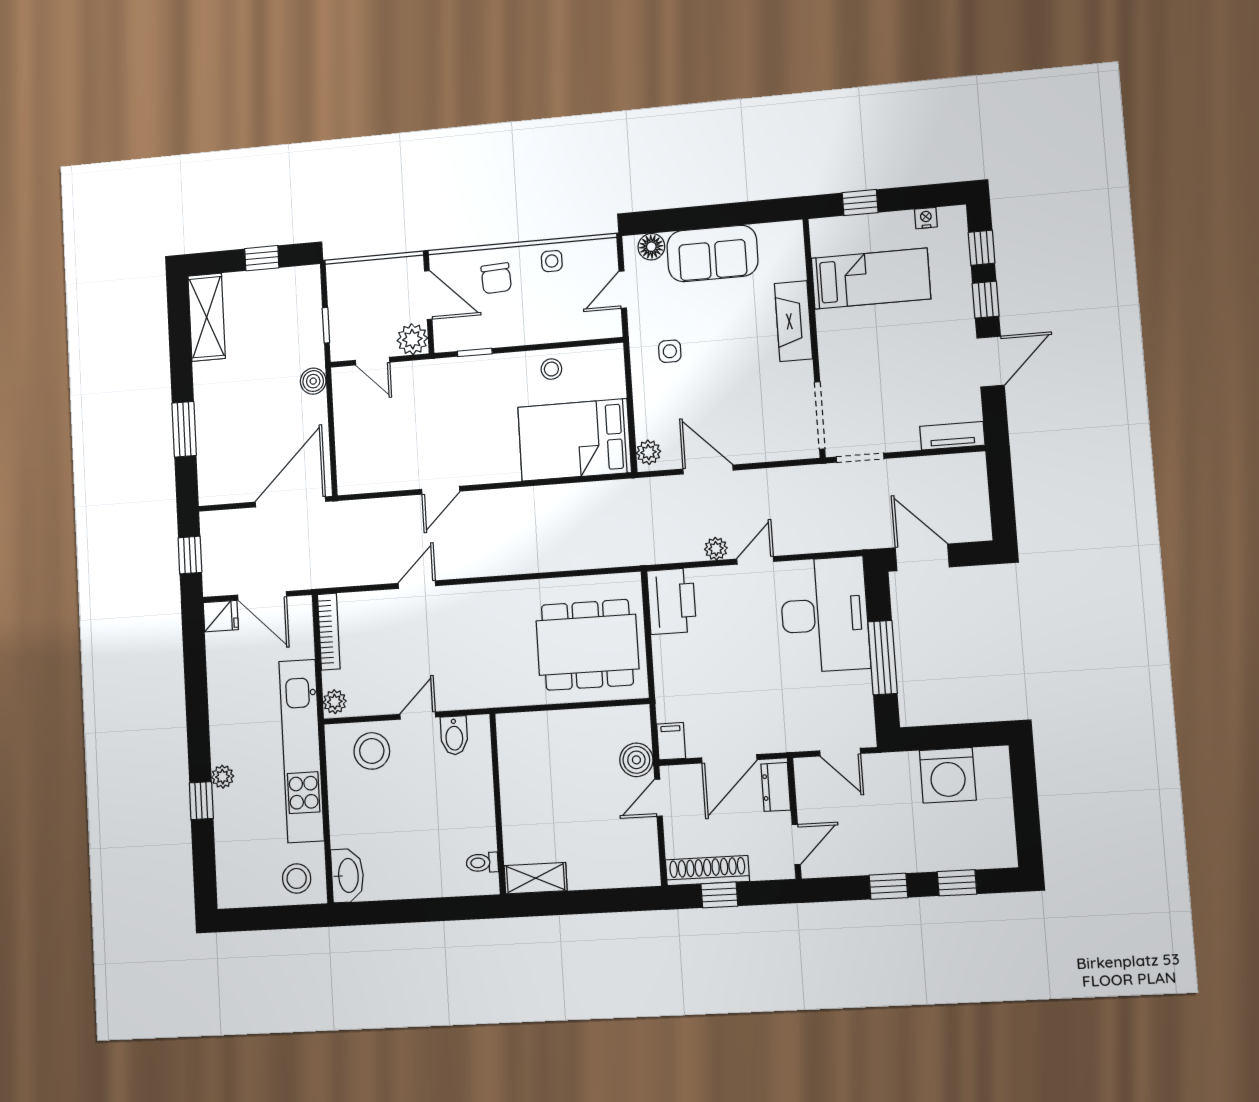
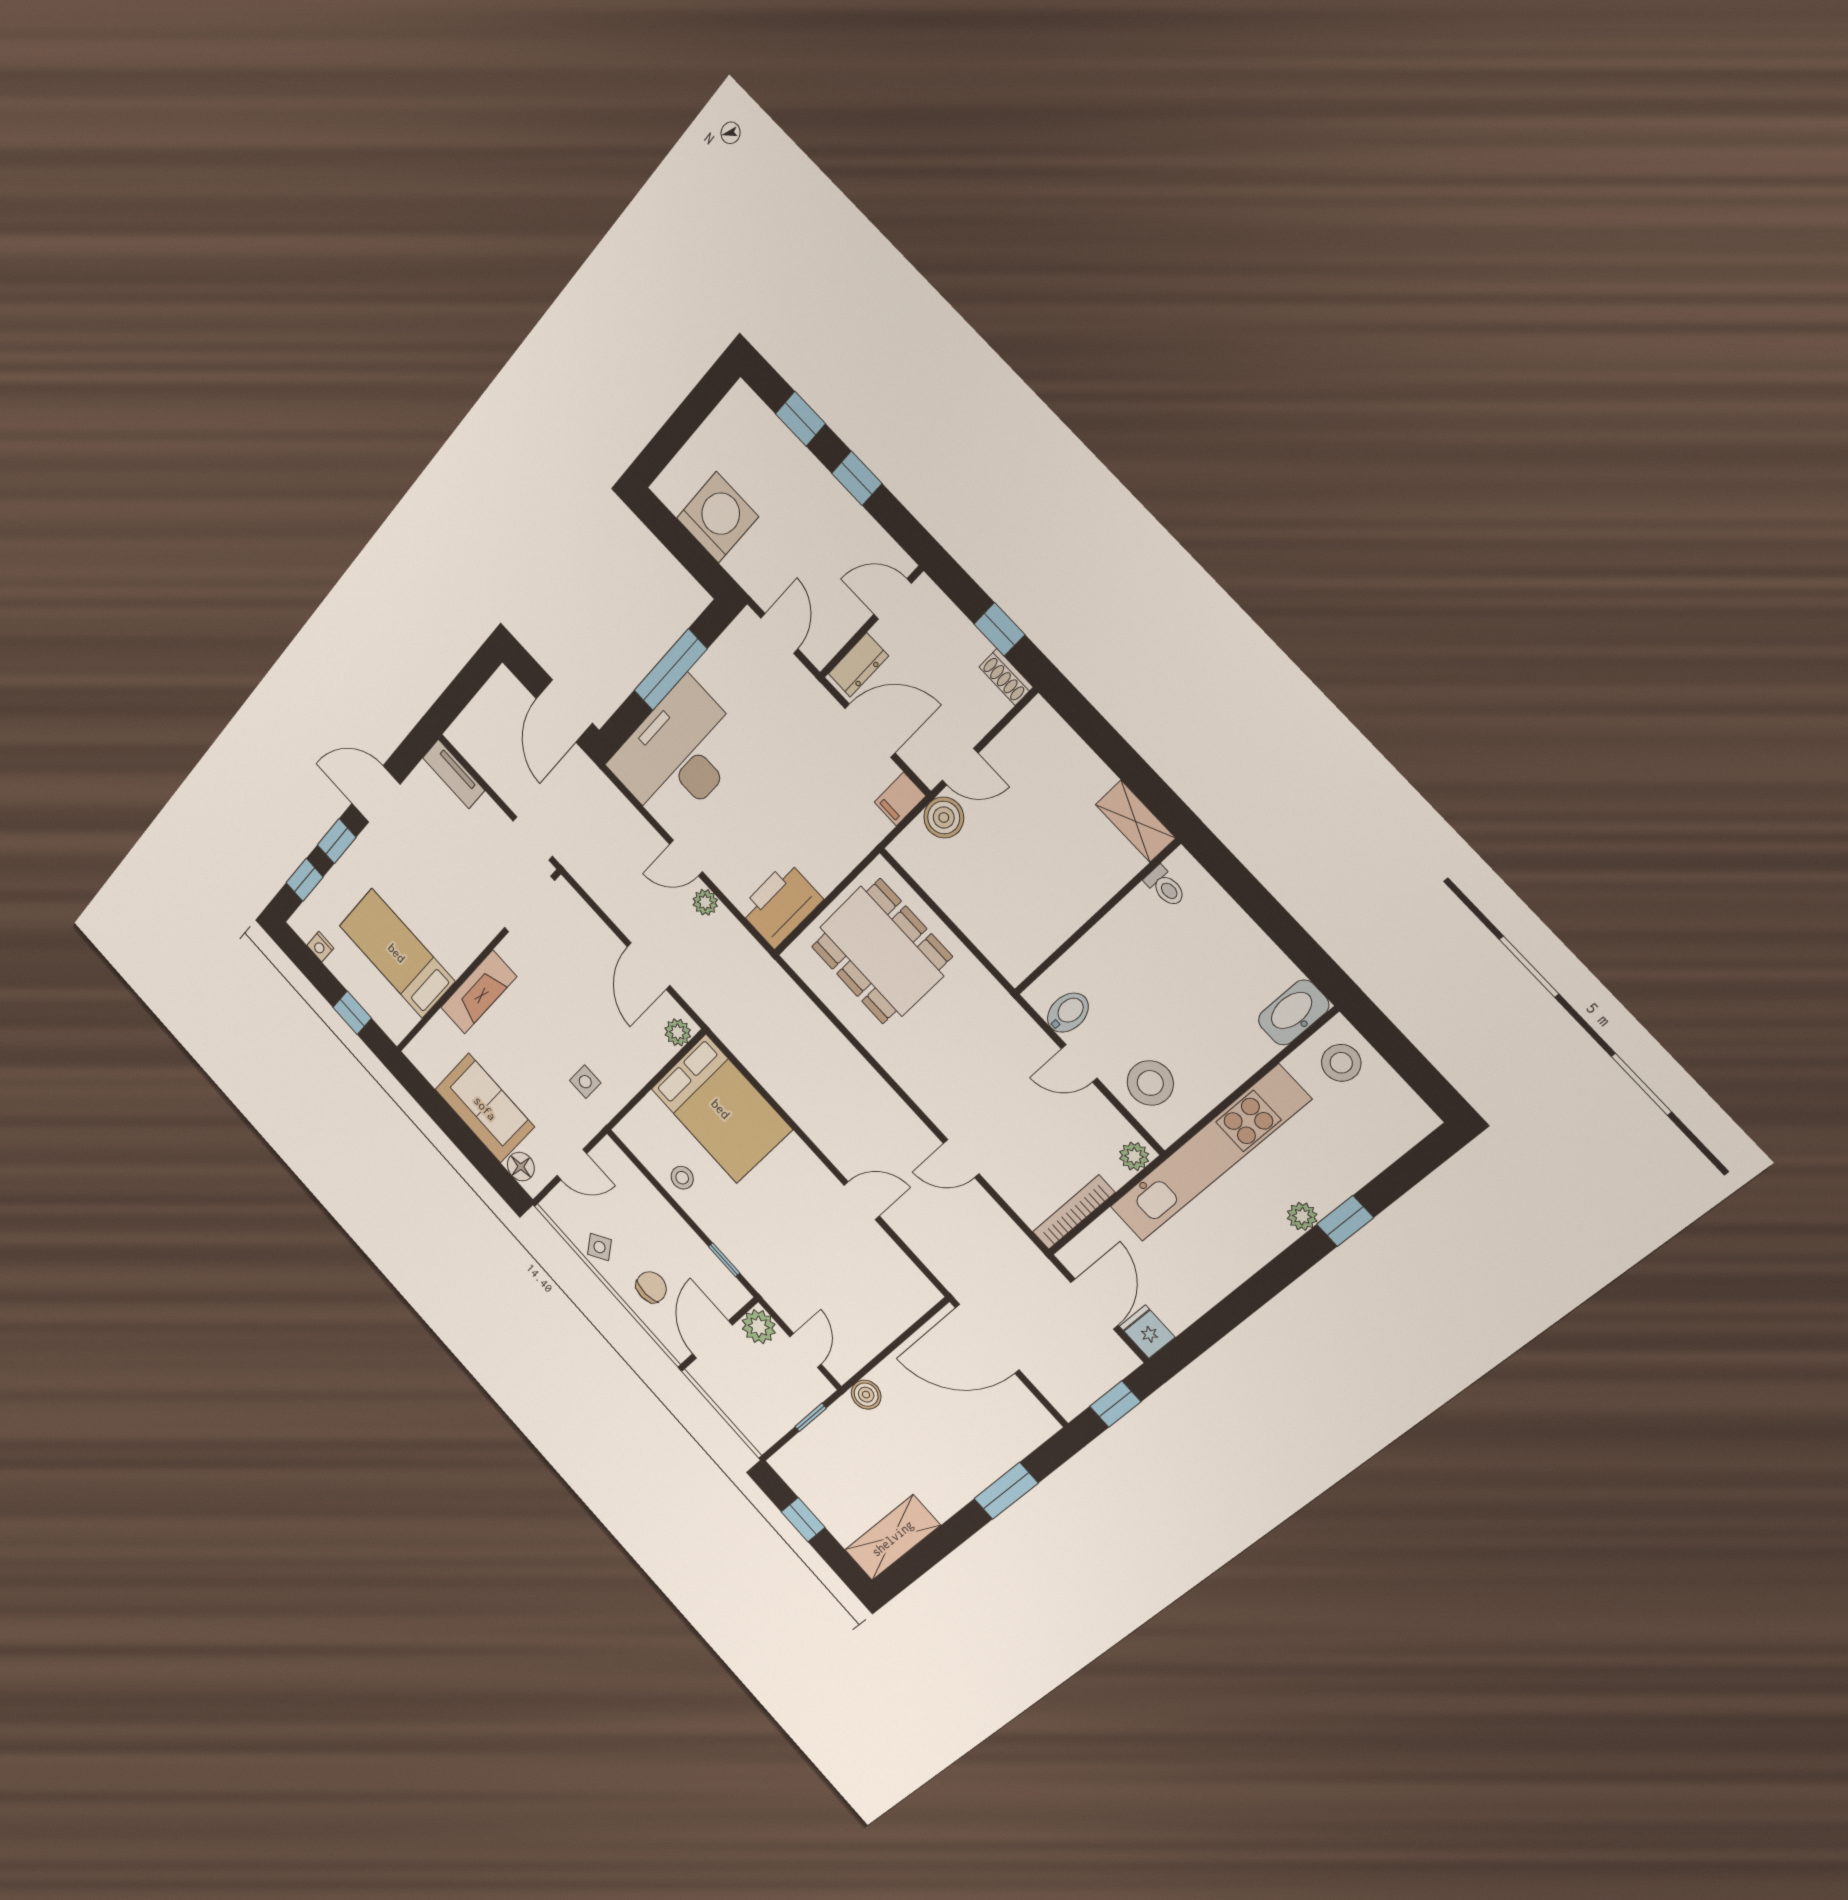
side table: (552, 261) -> (599, 1247), turned -34
shoe rack: (707, 871) -> (1006, 677), width x0.51, depth x0.81

